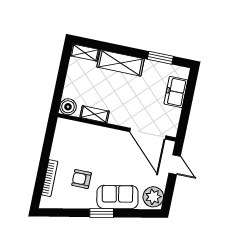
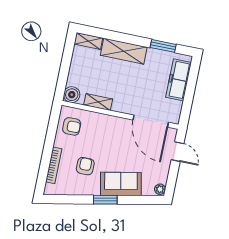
freezer: (176, 92) -> (179, 80), width x1.40
armchair: (68, 139) -> (72, 126), added
armchair: (82, 179) -> (85, 166), turned 90
plant: (153, 197) -> (160, 189), width x0.53, depth x0.53

